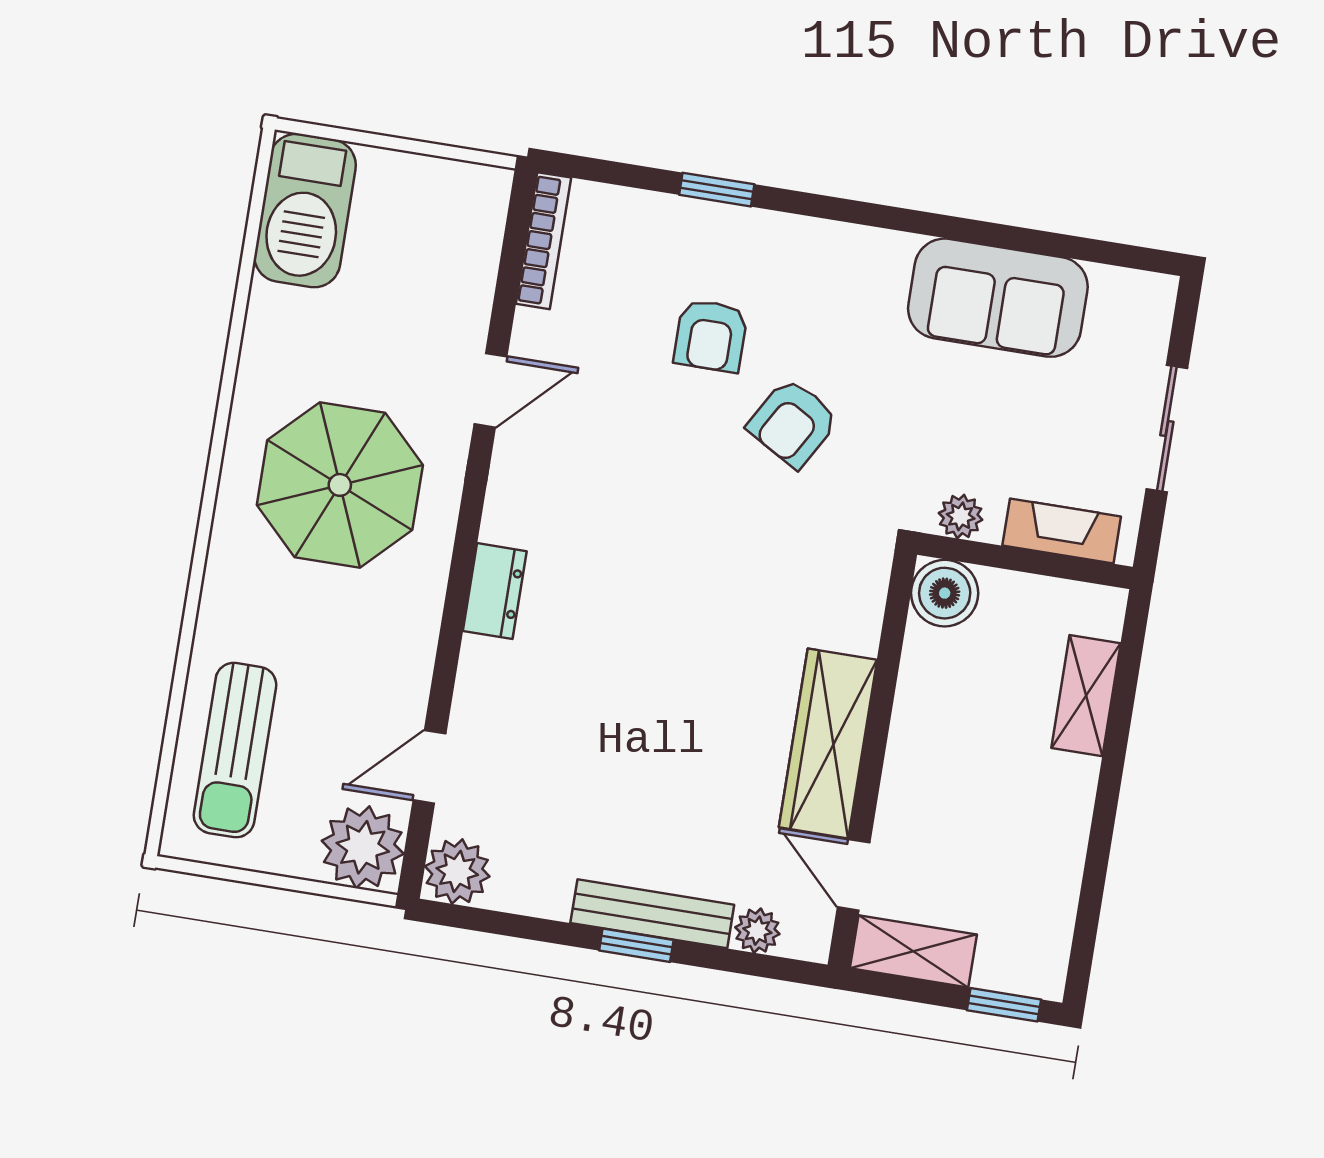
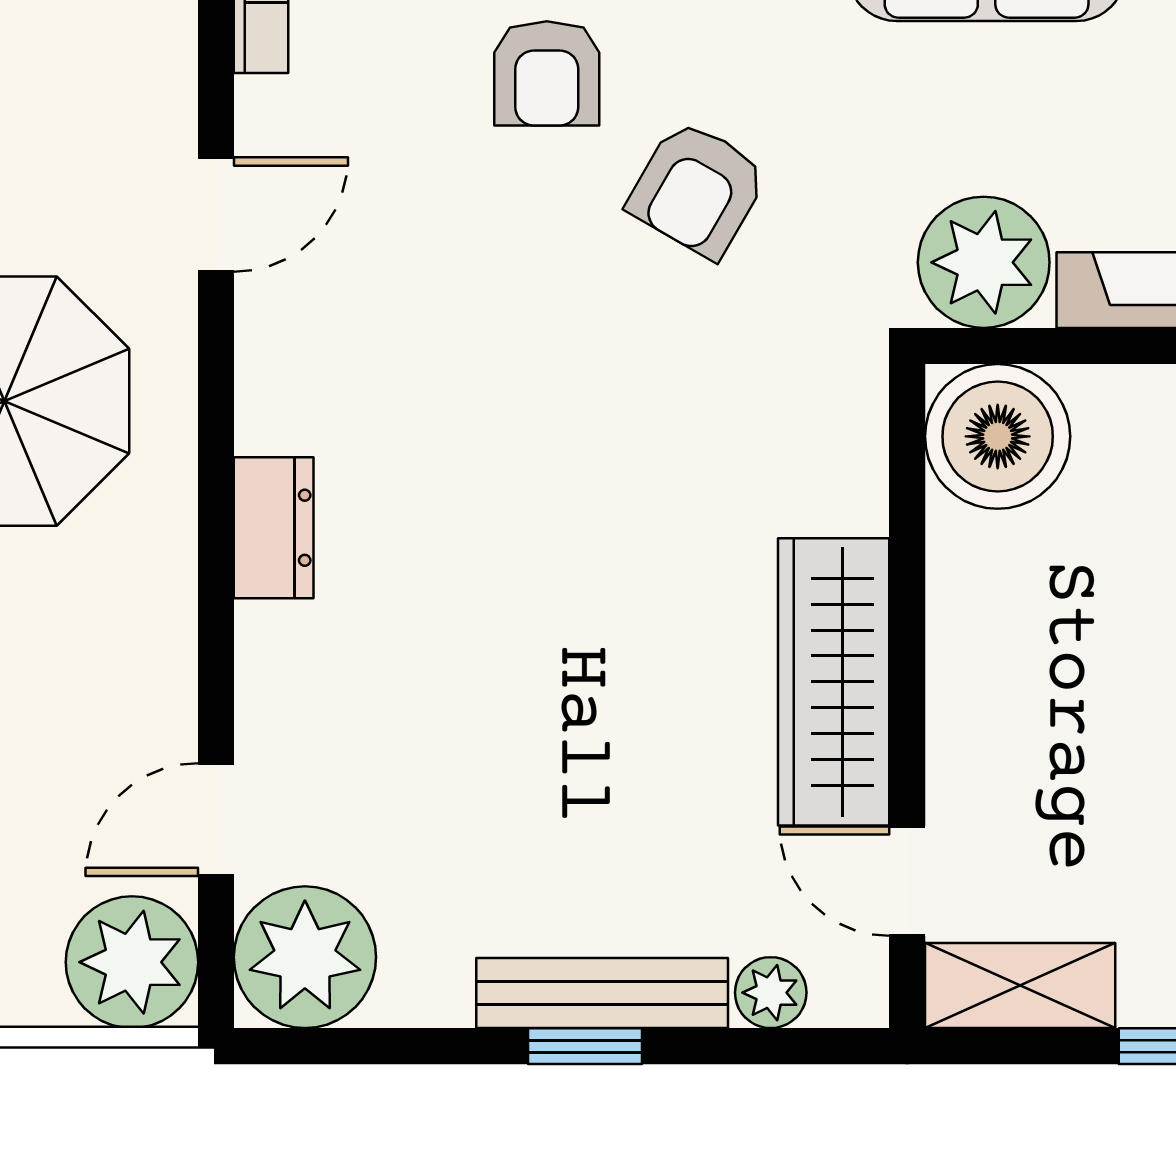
plant: (961, 516) -> (984, 262), width x1.88, depth x1.88
boiler: (945, 593) -> (998, 436), width x1.37, depth x1.37
plant: (457, 871) -> (305, 957), width x1.36, depth x1.36

